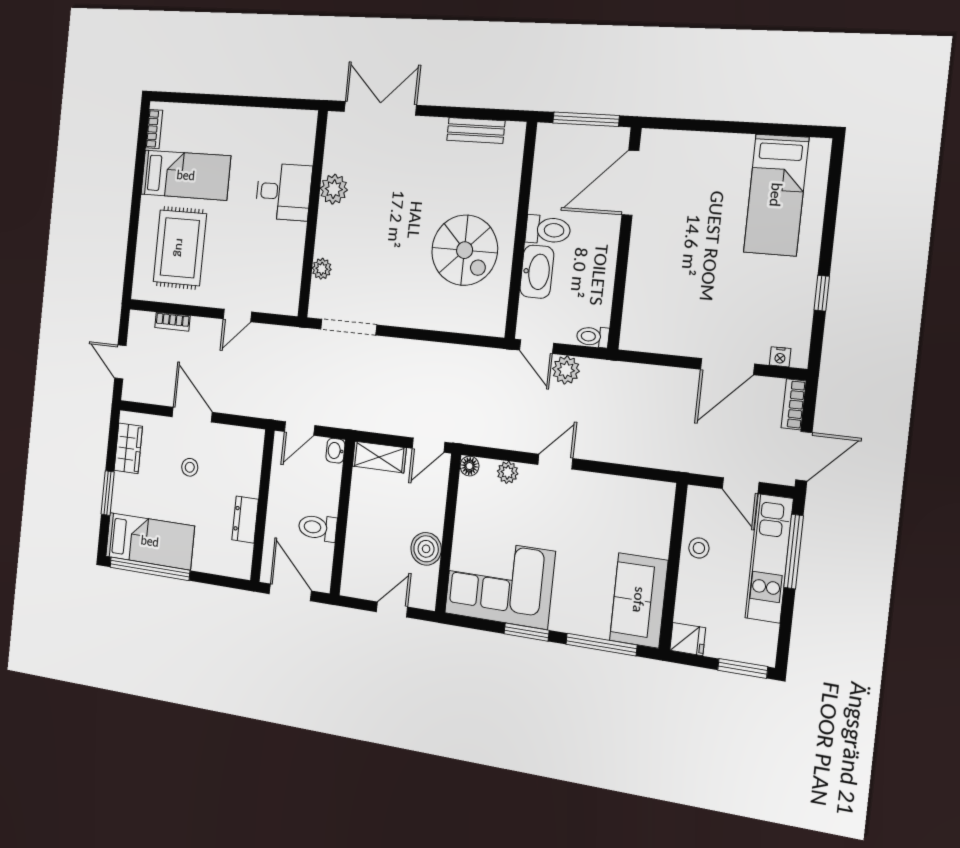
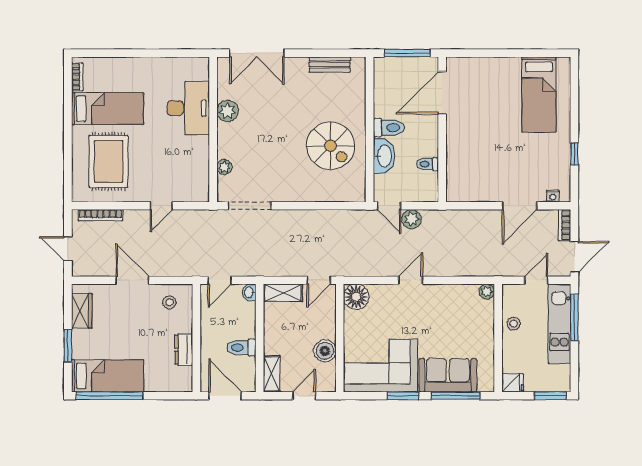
double door: (380, 108) -> (257, 53), swing flipped
desk: (284, 192) -> (188, 108), width x1.37
bookcase: (172, 322) -> (100, 215), width x1.56
toilet: (593, 337) -> (428, 164), moved
floor lamp: (469, 466) -> (356, 297), width x1.89, depth x1.89
stool: (190, 467) -> (170, 302), moved
plant: (508, 472) -> (487, 292), moved
door: (741, 485) -> (536, 280), swing flipped
shelving: (353, 571) -> (272, 374), added
sofa: (639, 600) -> (448, 375), moved, turned 90

